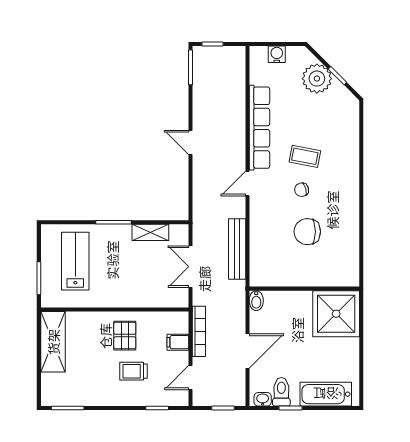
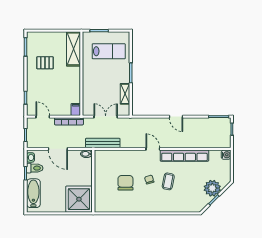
water cooler: (277, 54) -> (226, 155), moved
door: (191, 142) -> (176, 117), swing flipped
bench: (237, 249) -> (103, 143), moved
pallet: (125, 336) -> (45, 63), moved
shelving: (53, 342) -> (73, 49), moved, turned 90
filing cabinet: (178, 342) -> (76, 109), moved
trolley: (133, 371) -> (46, 84), removed

